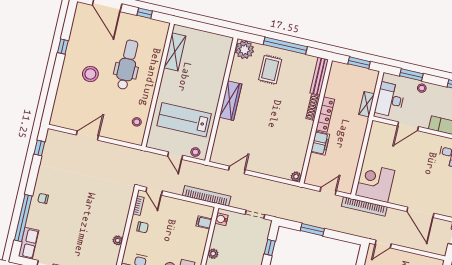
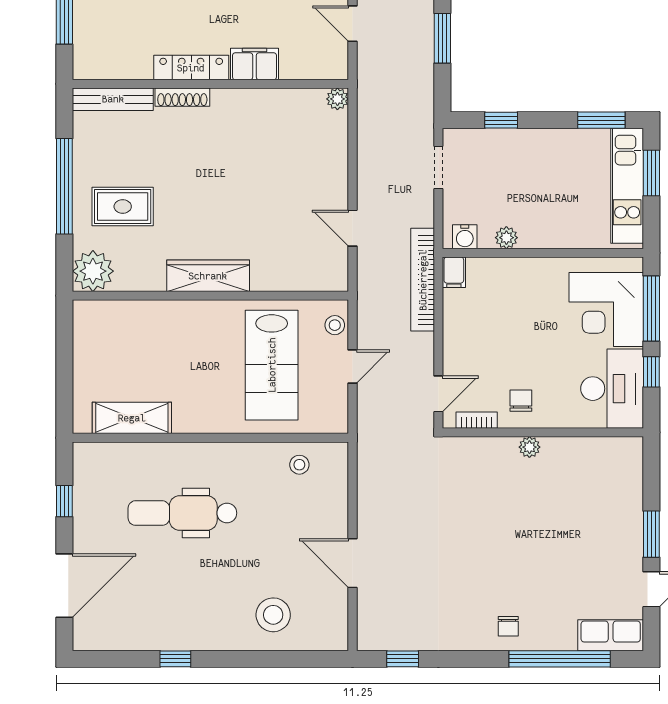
stool: (90, 74) -> (273, 615), moved
filing cabinet: (204, 222) -> (454, 272), moved
plant: (118, 240) -> (529, 447), moved
plant: (213, 254) -> (506, 238), moved

